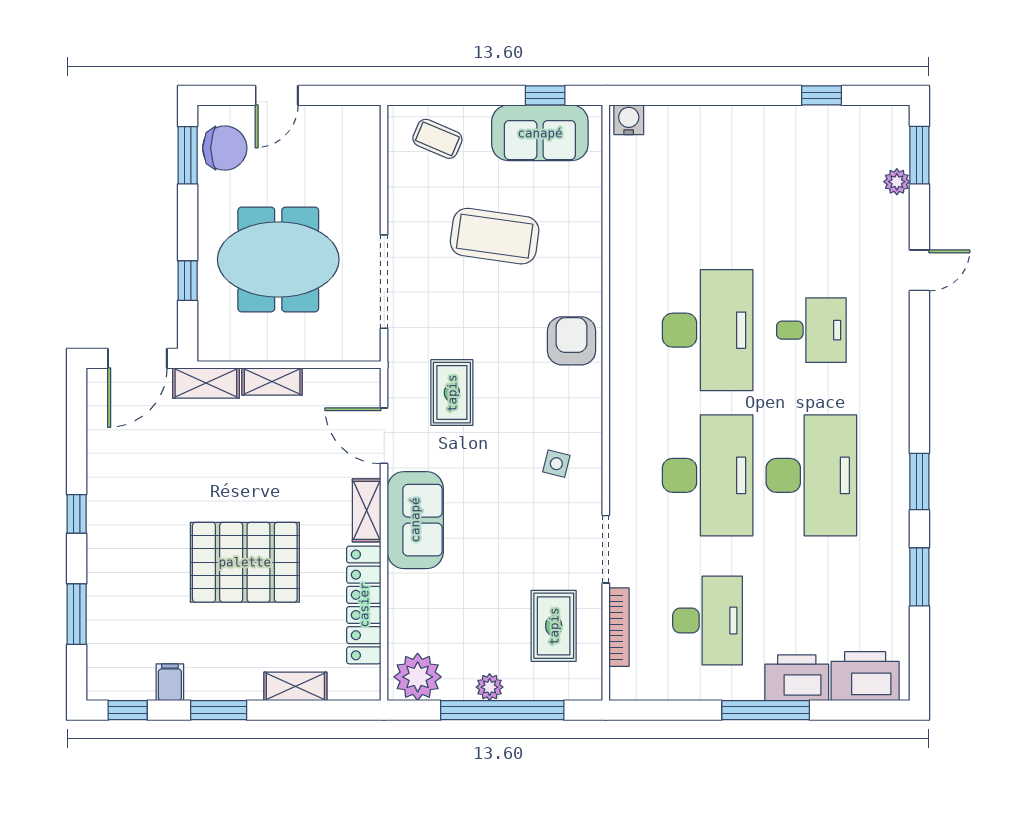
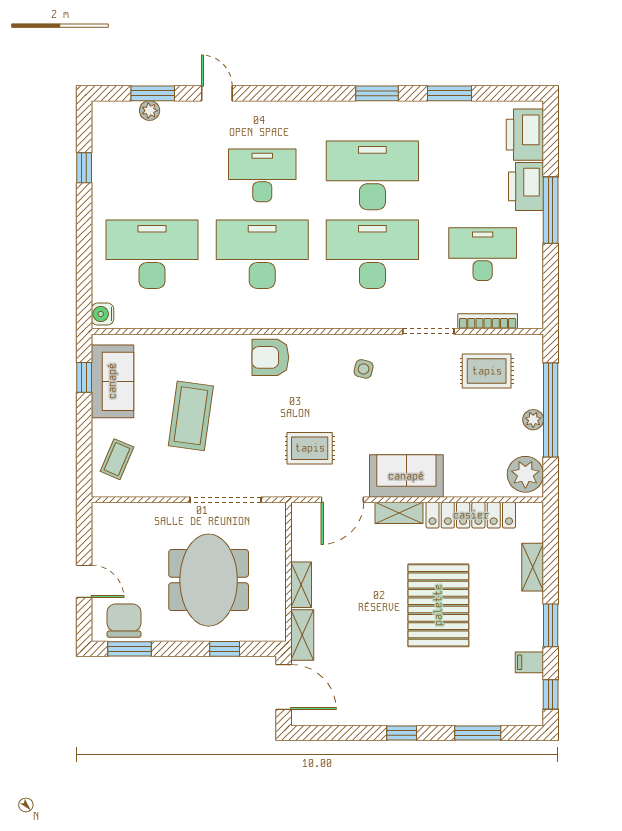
window: (919, 155) -> (153, 93), moved
desk: (708, 185) -> (152, 254), added
desk: (811, 330) -> (262, 175), width x1.37

